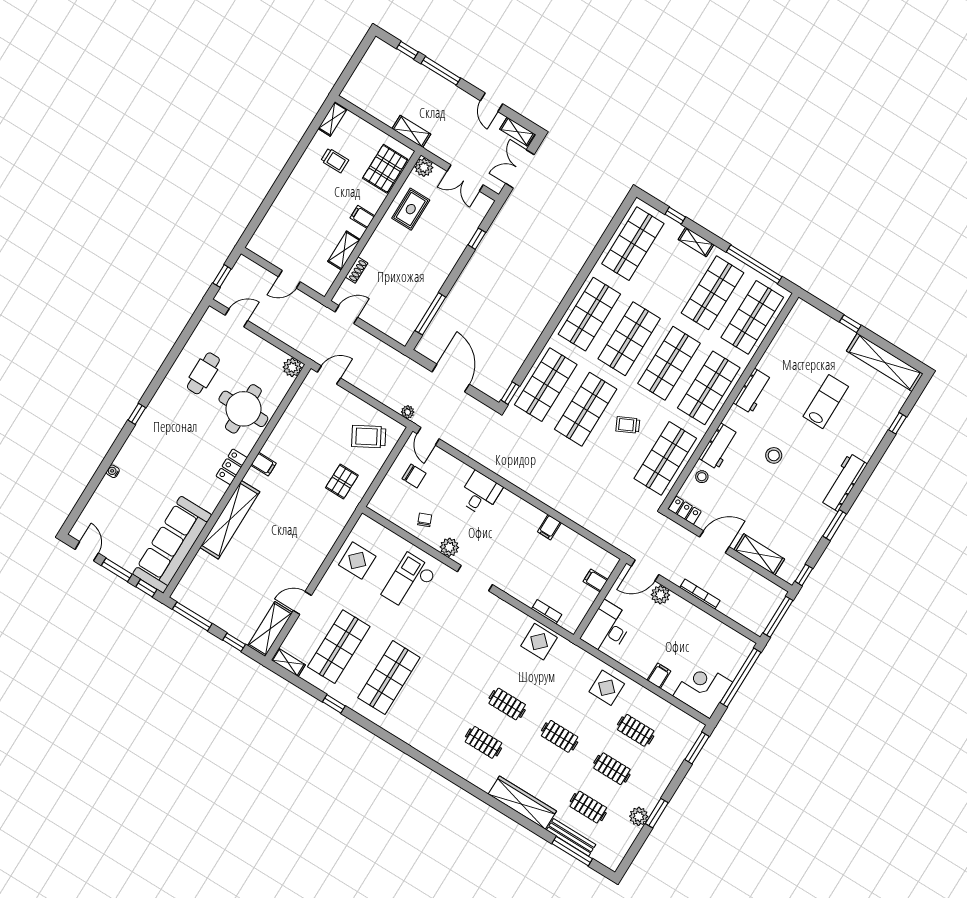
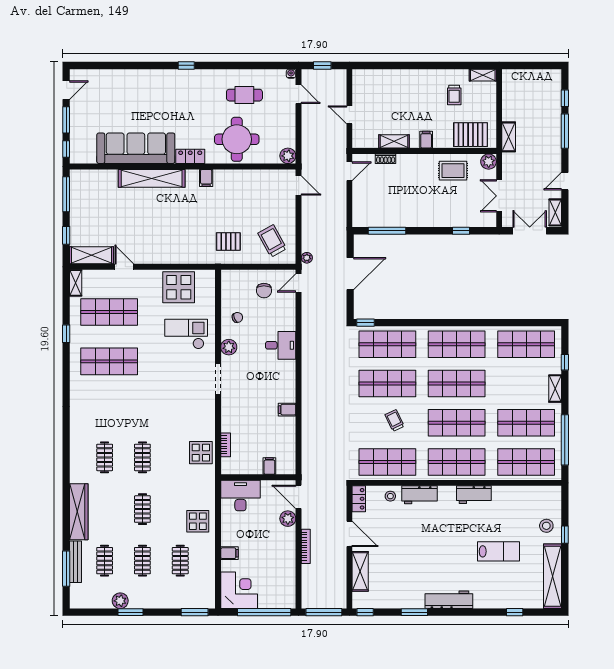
door: (346, 315) -> (349, 171), hinge flipped
stool: (774, 455) -> (546, 526), moved
water cooler: (113, 471) -> (291, 74), moved
sofa: (172, 545) -> (136, 148), moved
display table: (357, 561) -> (179, 287), width x1.36, depth x1.36

